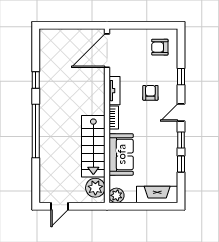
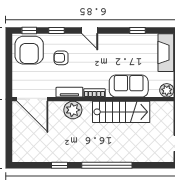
armchair: (160, 47) -> (29, 50), width x1.88, depth x1.88
armchair: (150, 93) -> (61, 58), moved
window: (181, 140) -> (29, 30), moved
plant: (95, 188) -> (73, 110), moved

